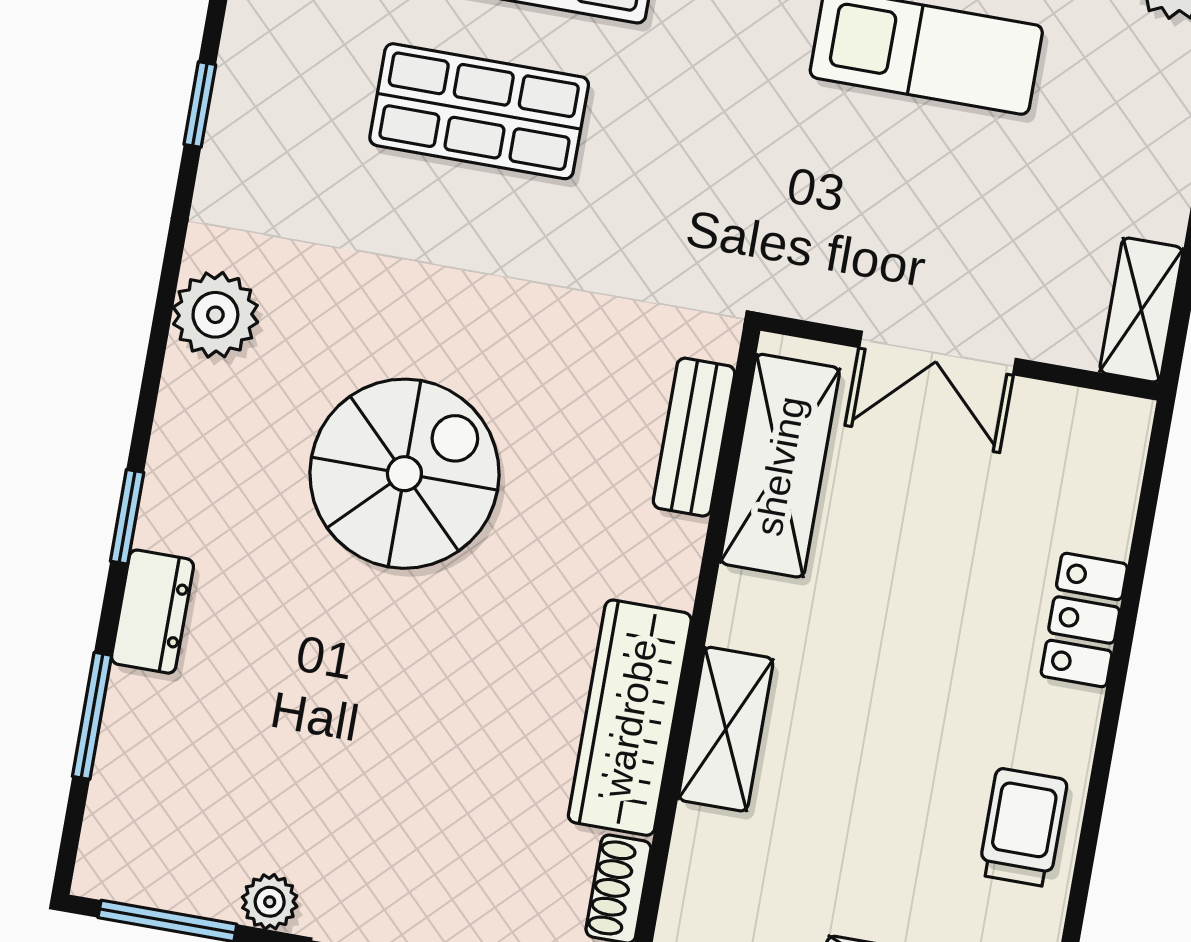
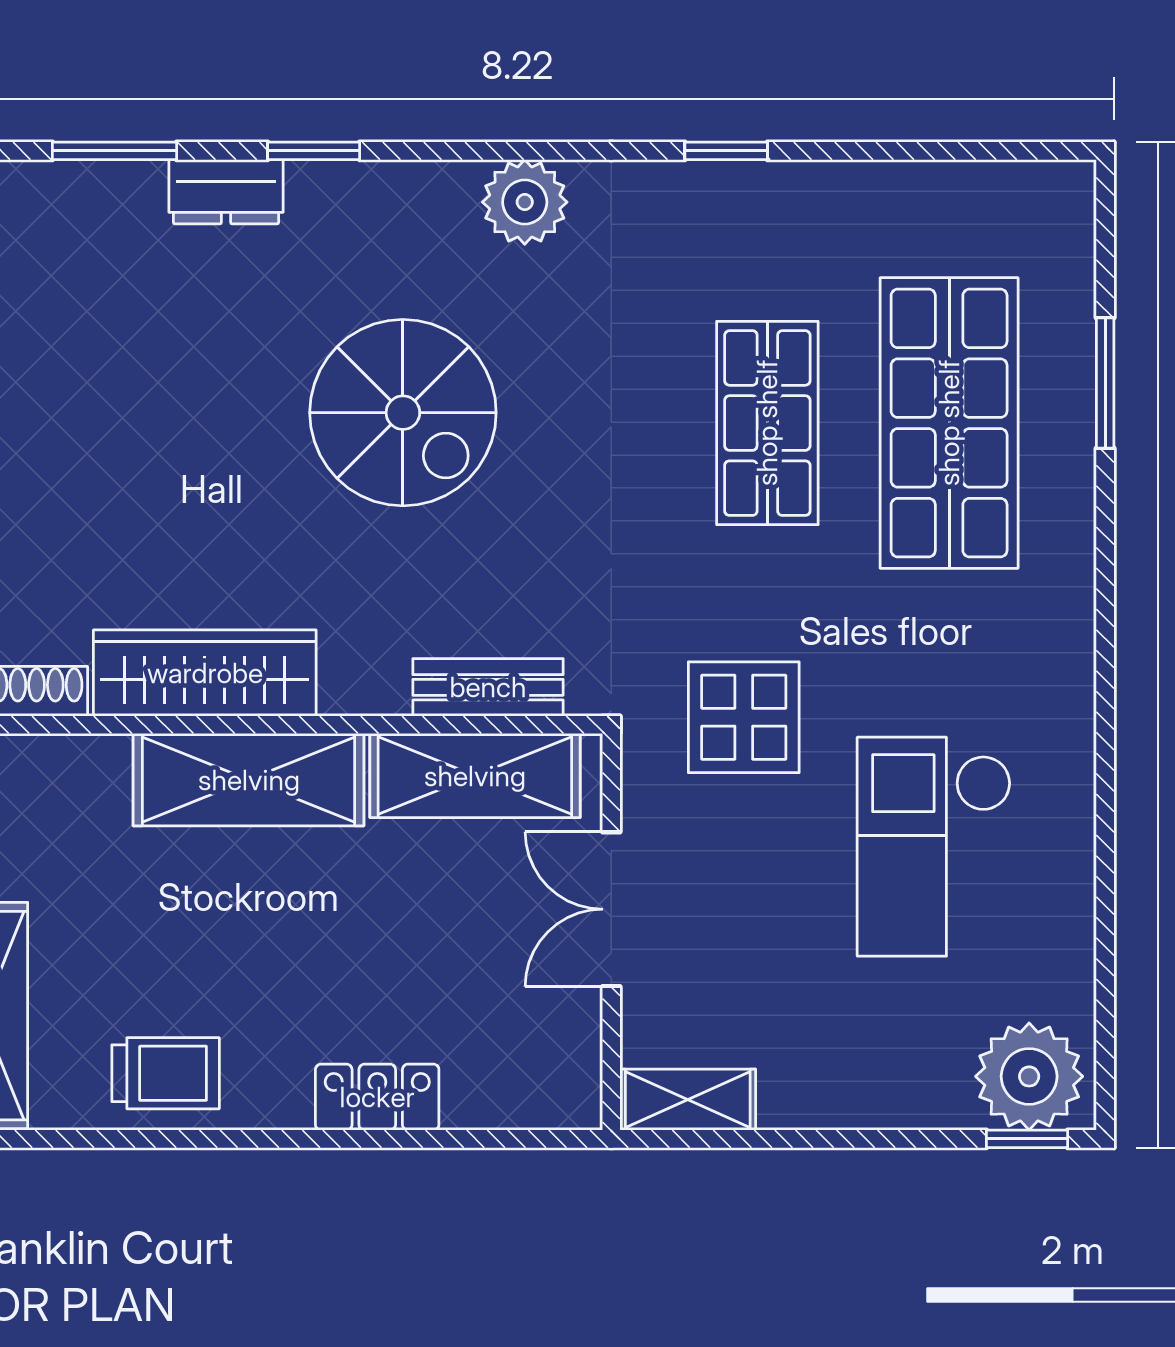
display table: (769, 187) -> (744, 717), added
shelving: (726, 729) -> (249, 780), width x1.50, depth x1.33

